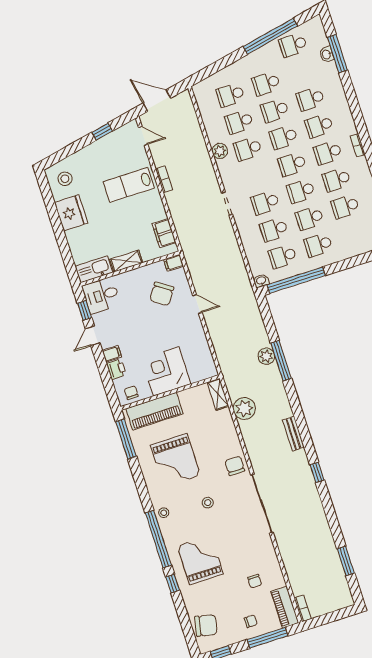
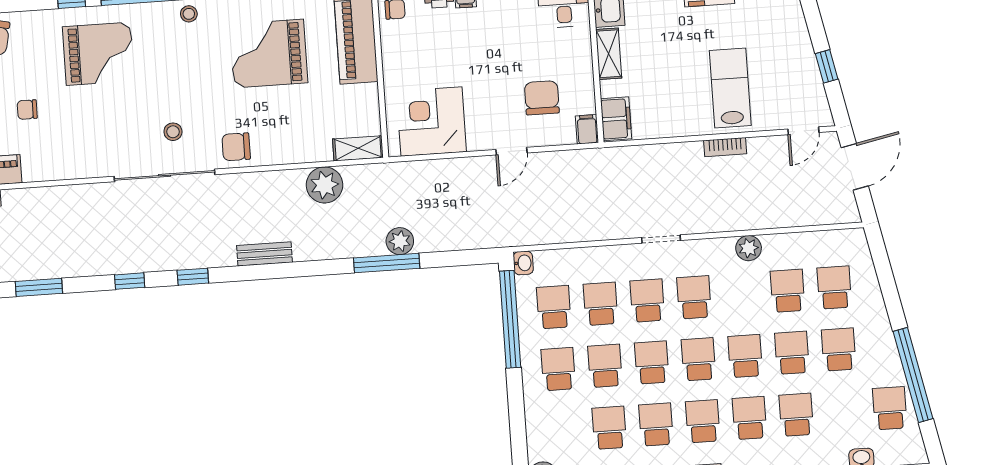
school desk: (248, 149) -> (694, 297), moved
filing cabinet: (164, 233) -> (616, 119), moved, turned 90
chair: (162, 294) -> (542, 98), turned 56
corner desk: (166, 371) -> (431, 121), moved, turned -90
chair: (235, 466) -> (236, 147), turned 180
stool: (208, 503) -> (173, 132), moved
window: (329, 509) -> (130, 281), added
chair: (255, 581) -> (27, 110), moved

